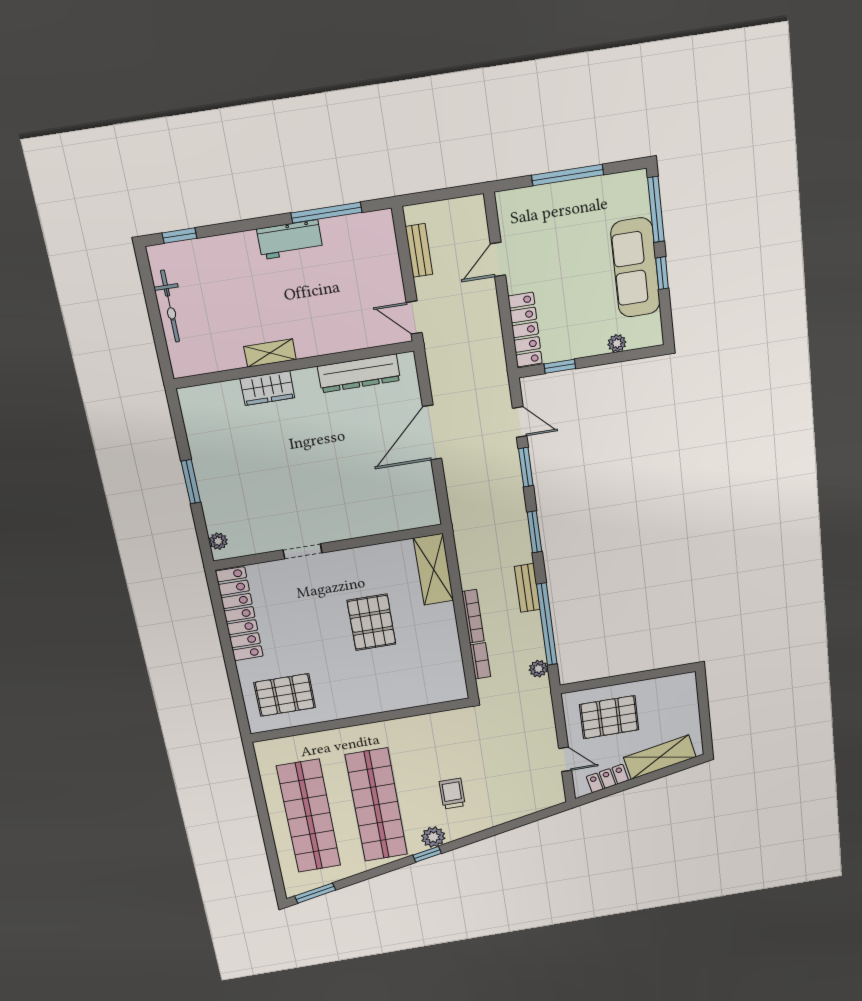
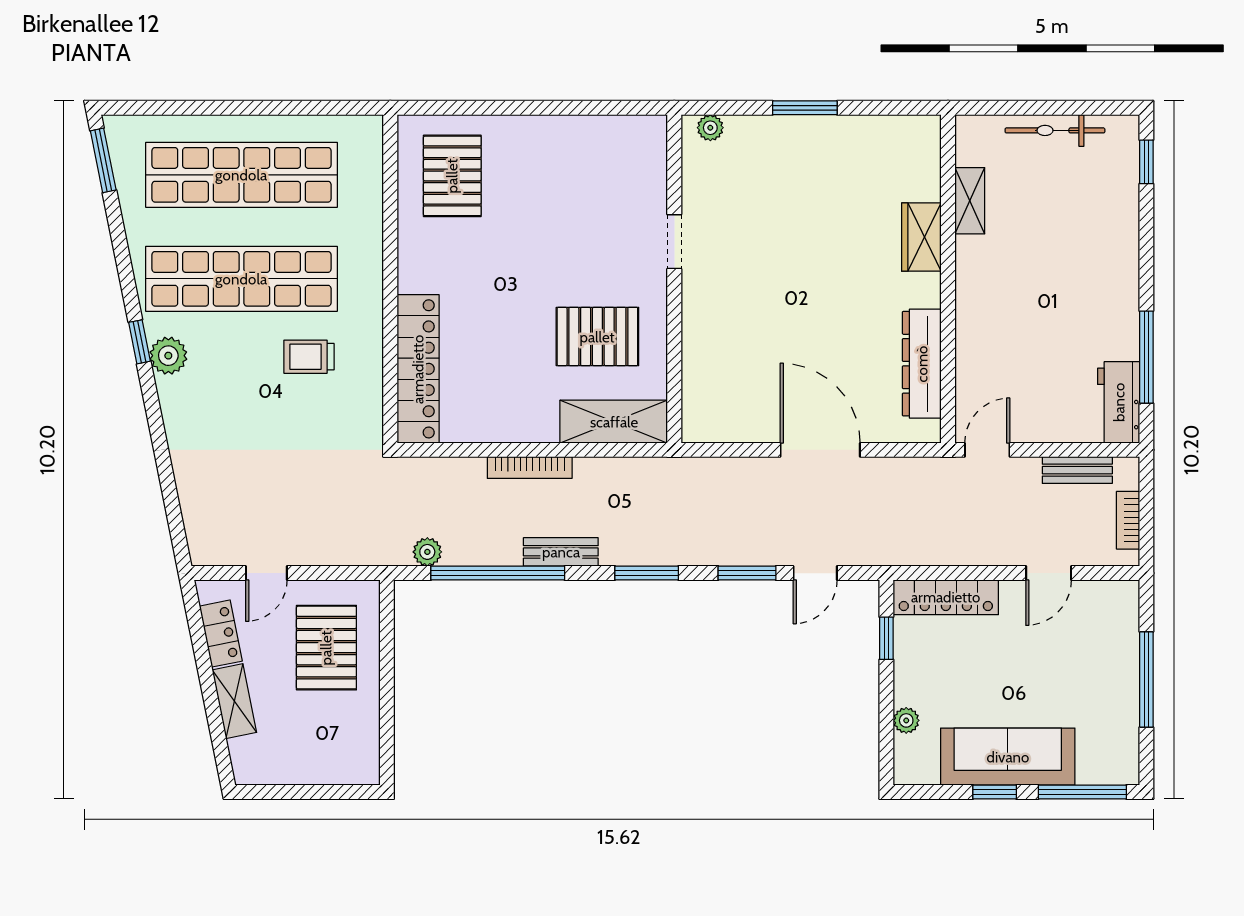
workbench: (290, 240) -> (1119, 402), moved
door: (498, 259) -> (1049, 573), swing flipped
shelving: (270, 353) -> (970, 201), moved
locker: (239, 614) -> (418, 369), moved, turned -90
pallet: (371, 622) -> (597, 337), moved
bookcase: (480, 661) -> (1128, 520), moved, turned 90
shelving: (660, 757) -> (234, 701), width x0.67, depth x0.75
trolley: (452, 794) -> (309, 357), moved, turned 180

